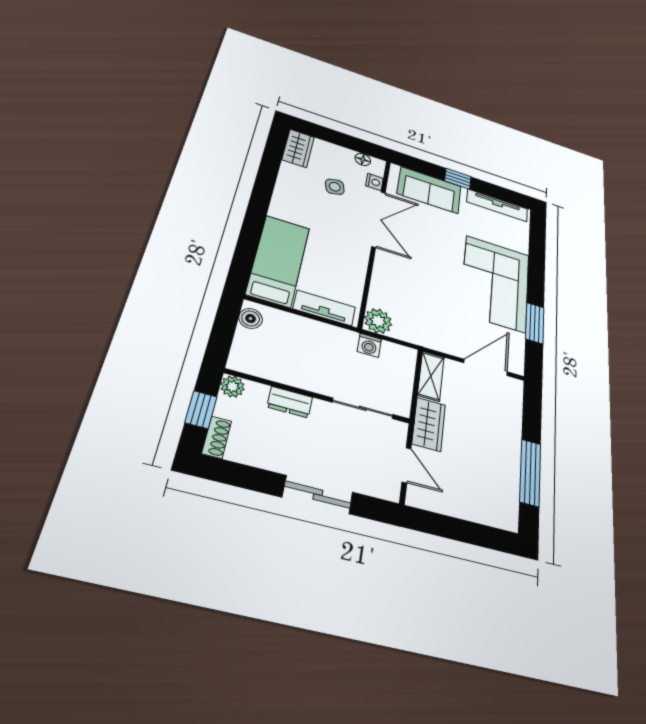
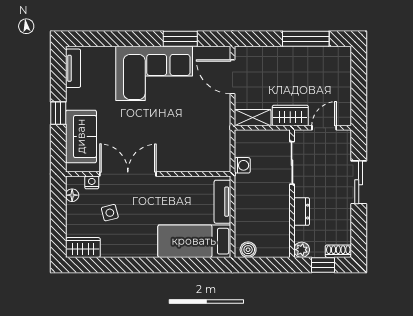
tv unit: (497, 205) -> (73, 68), width x0.71
plant: (378, 321) -> (220, 162), removed

